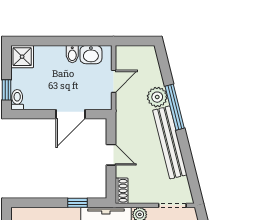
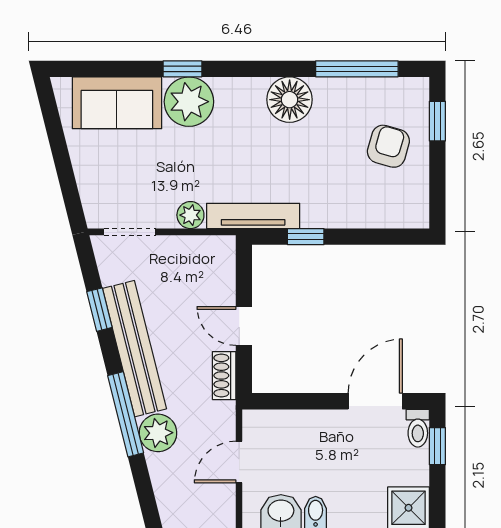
door: (71, 114) -> (375, 401), moved
window: (189, 163) -> (99, 310), added
shoe rack: (122, 191) -> (224, 376), moved

